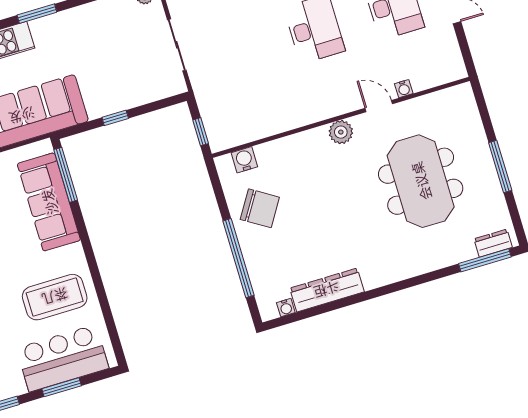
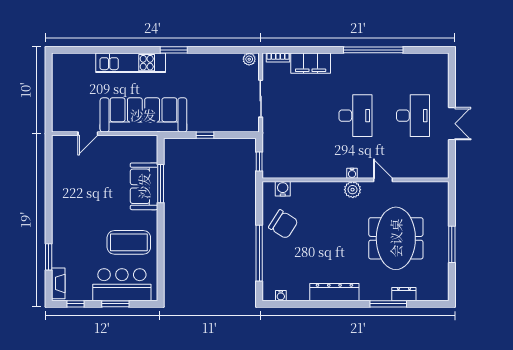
water cooler: (404, 89) -> (352, 173), moved
window: (66, 175) -> (161, 184), moved
sofa: (49, 202) -> (144, 186), width x0.73
dresser: (493, 243) -> (404, 294), moved
window: (485, 260) -> (388, 304), moved
dresser: (327, 290) -> (334, 292), moved

